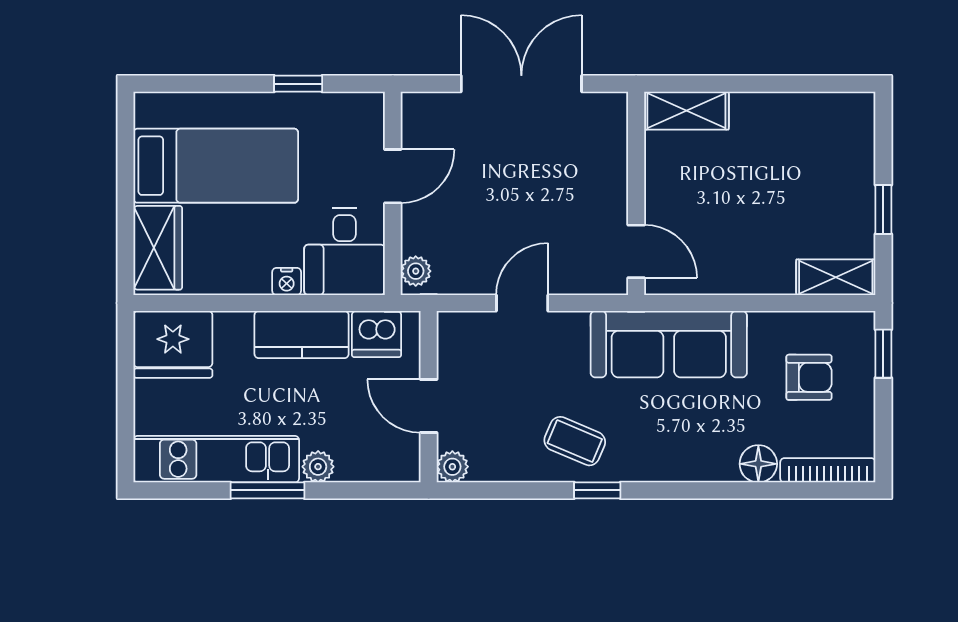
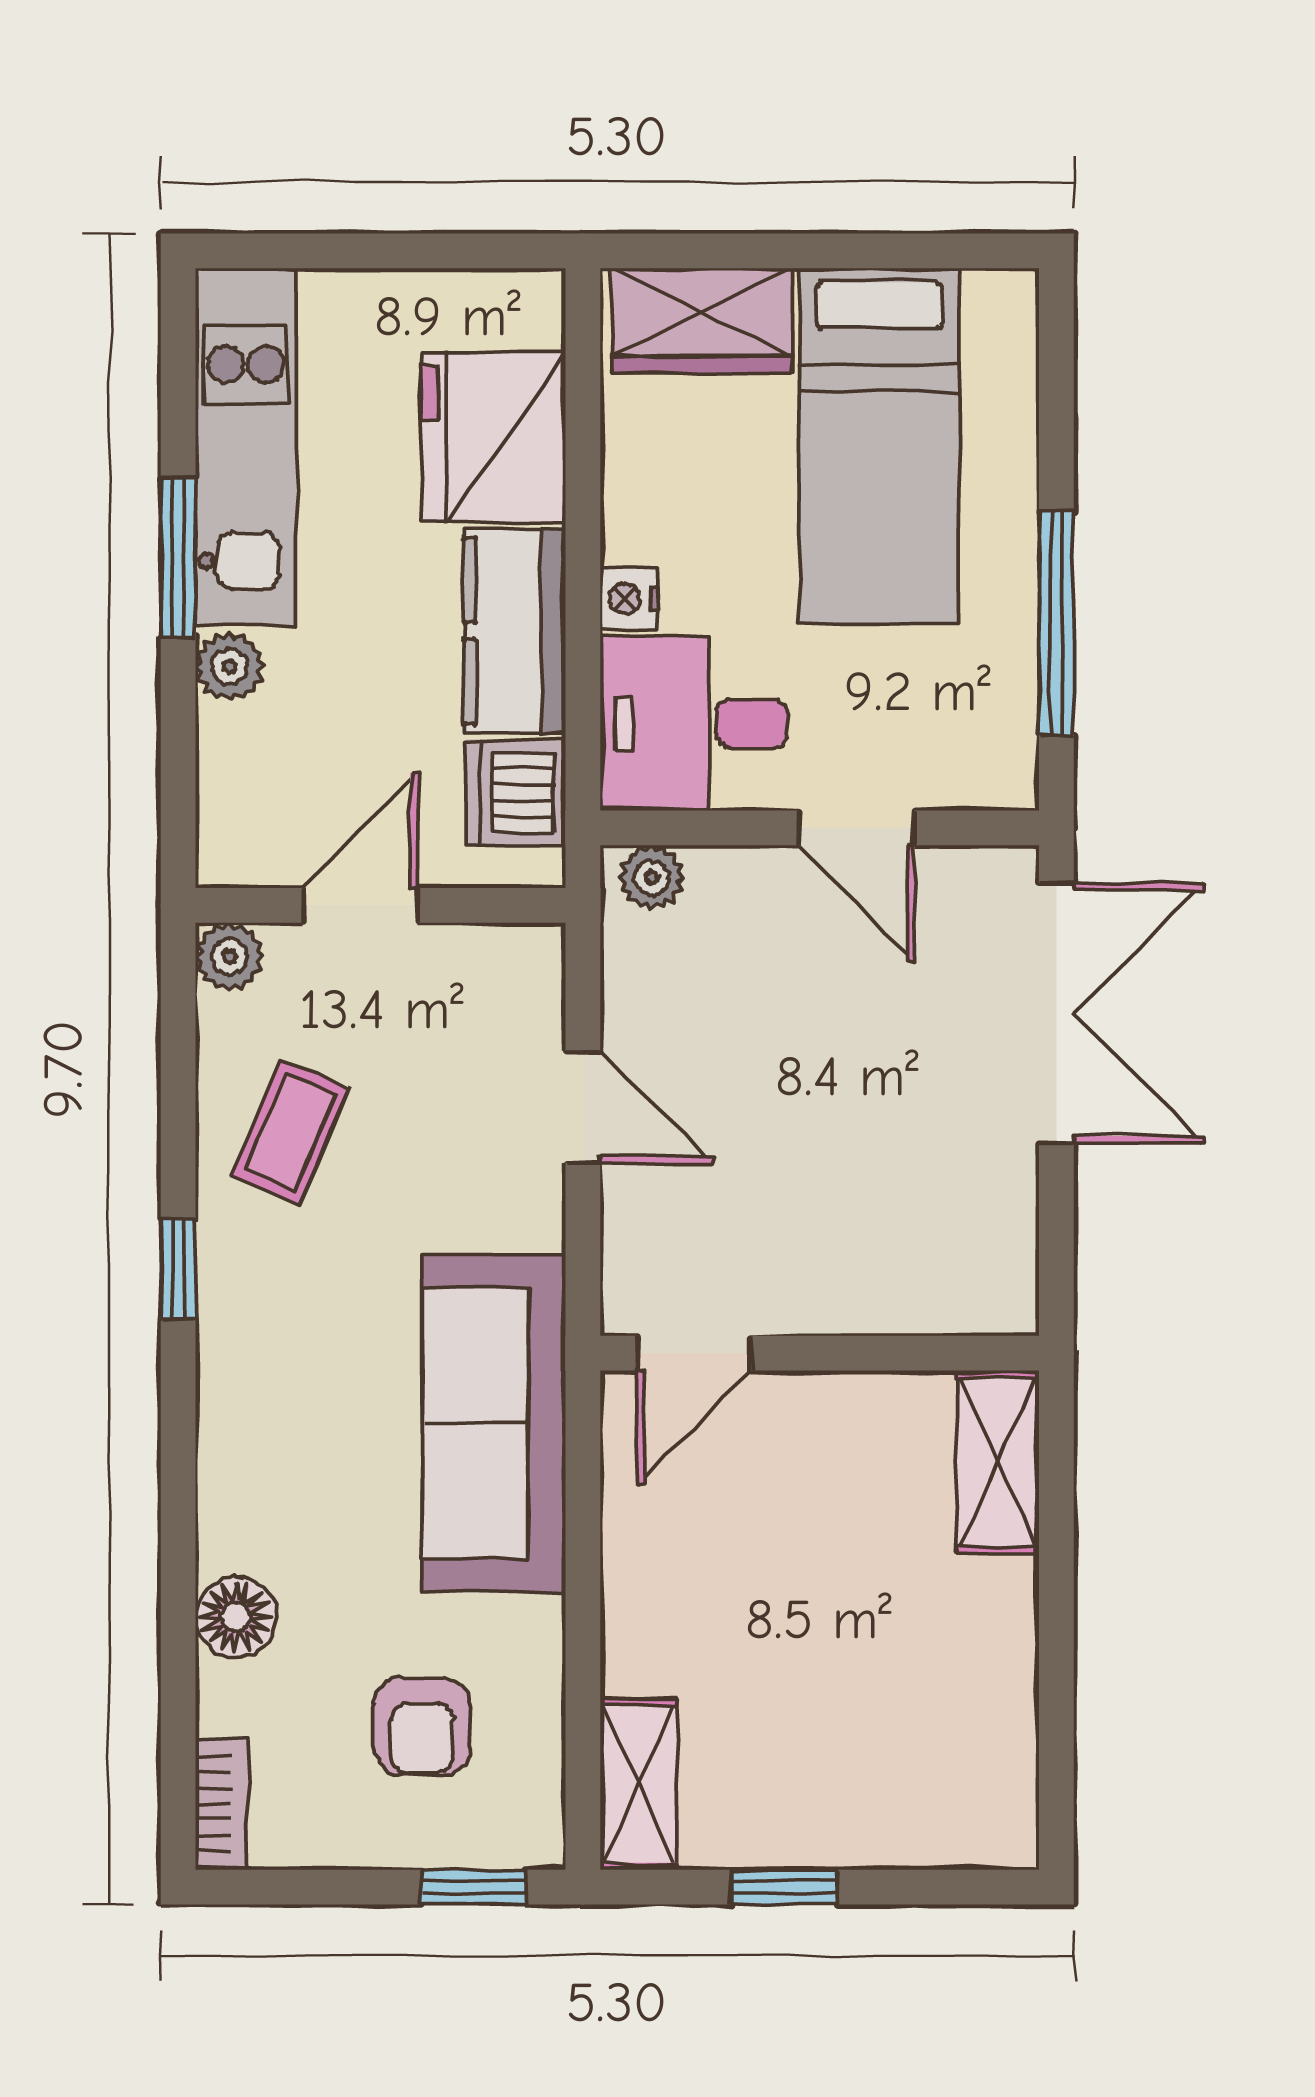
window: (298, 84) -> (1056, 623), width x2.17
double door: (521, 84) -> (1056, 1013), moved
fridge: (173, 344) -> (493, 437), moved
coffee table: (575, 441) -> (291, 1132), moved
bookcase: (828, 470) -> (222, 1804), width x0.64

